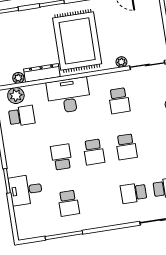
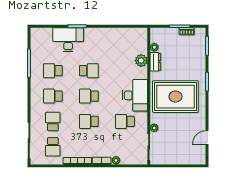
dresser: (42, 73) -> (155, 62), width x0.70
desk: (69, 95) -> (135, 95), moved
plant: (16, 96) -> (141, 61), moved
school desk: (22, 116) -> (53, 96), moved, turned 90
desk: (26, 190) -> (68, 40), width x1.37

